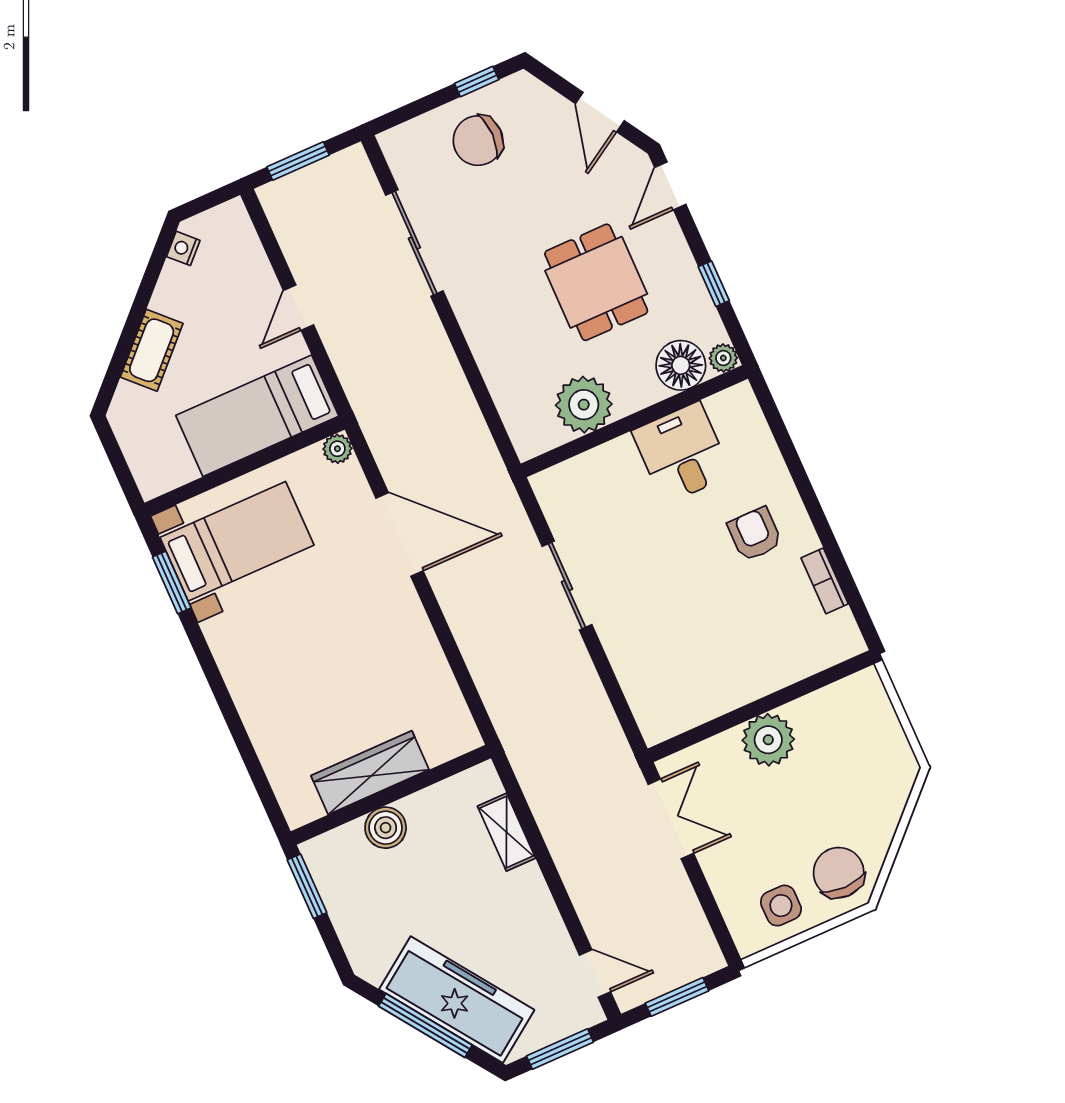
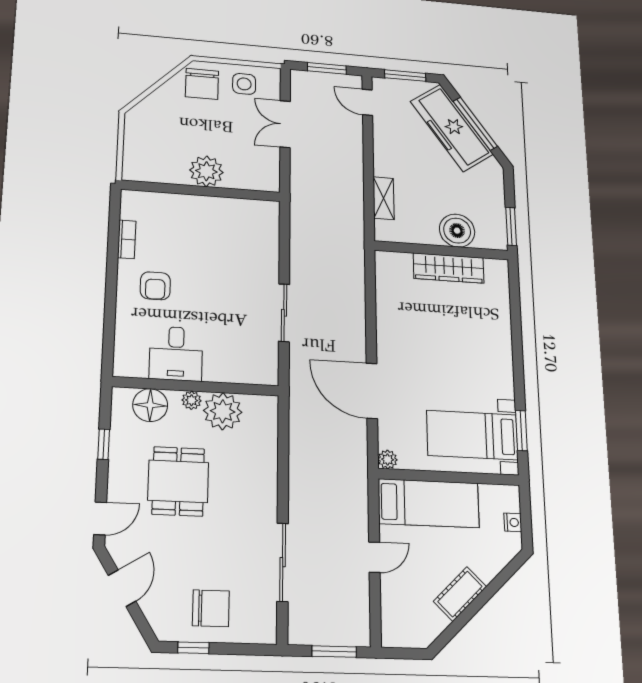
nightstand: (183, 248) -> (513, 522), moved, turned -45
cot: (152, 350) -> (460, 594), moved
plant: (723, 358) -> (192, 400), moved
double door: (671, 819) -> (285, 124), moved
boiler: (386, 828) -> (457, 231), width x1.37, depth x1.37

